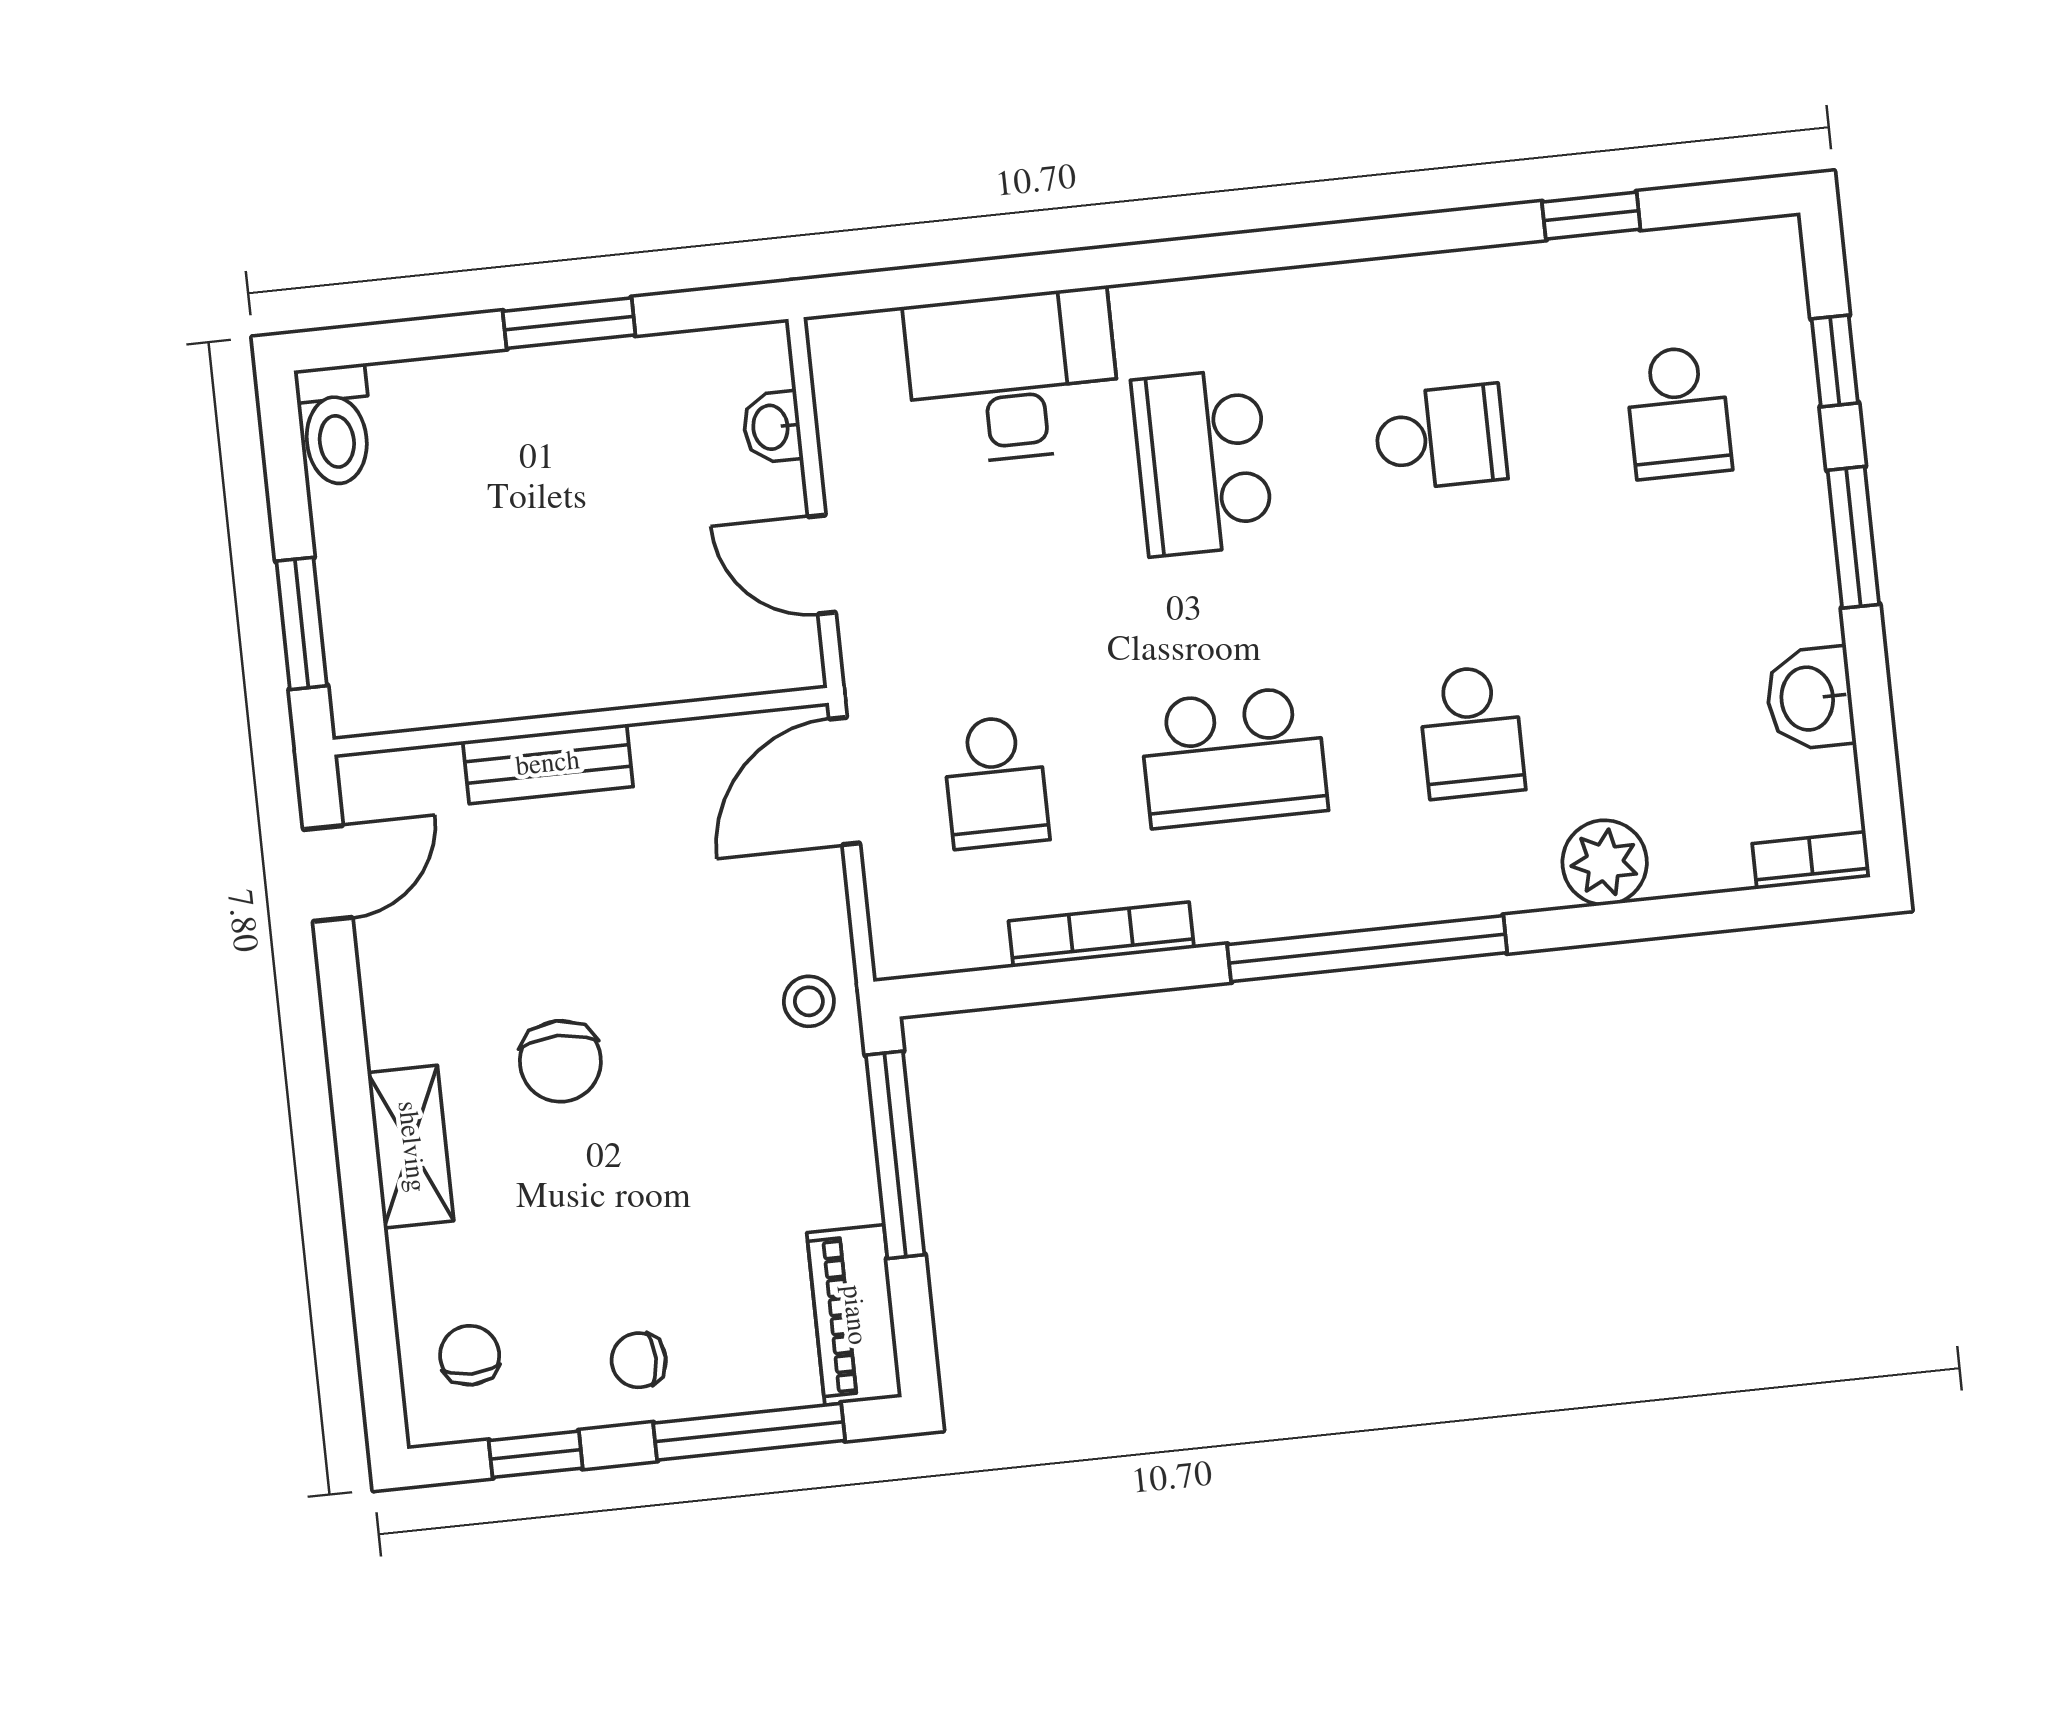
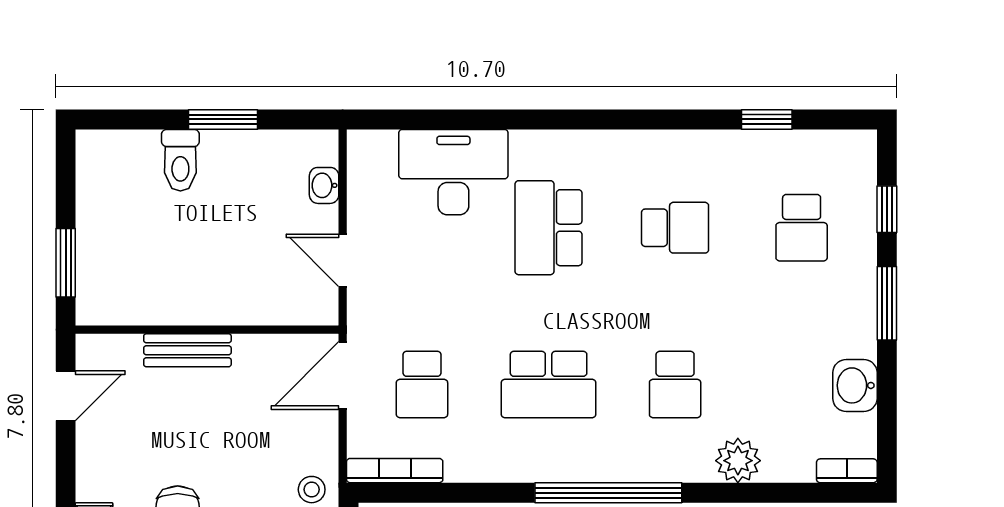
toilet: (335, 425) -> (180, 160), moved
bookcase: (1101, 935) -> (395, 471), moved

